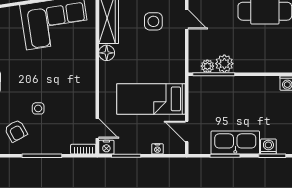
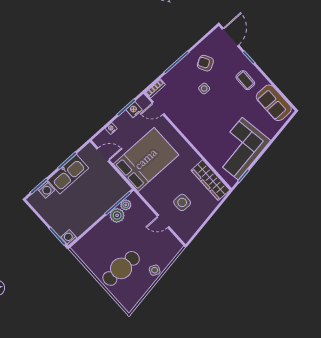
floor lamp: (107, 53) -> (193, 159), removed
bed: (151, 99) -> (146, 159), width x1.50
nightstand: (106, 147) -> (134, 110), moved

